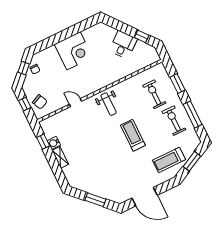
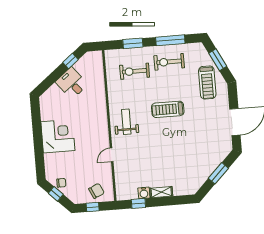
weight bench: (109, 104) -> (126, 122), turned -90

